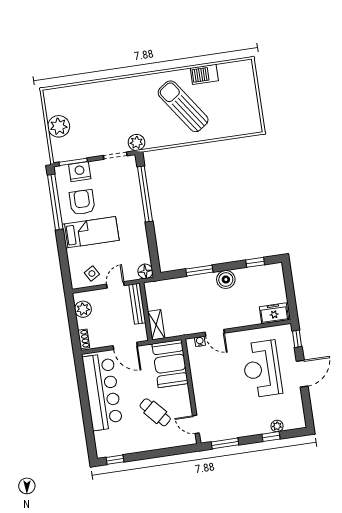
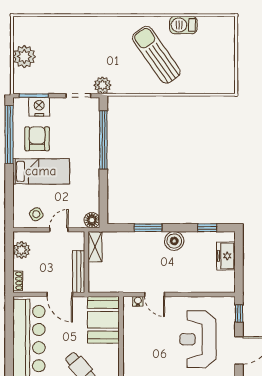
bench: (137, 304) -> (79, 272), moved
freezer: (274, 313) -> (226, 256), moved, turned -90
shelving: (156, 325) -> (95, 247), moved

